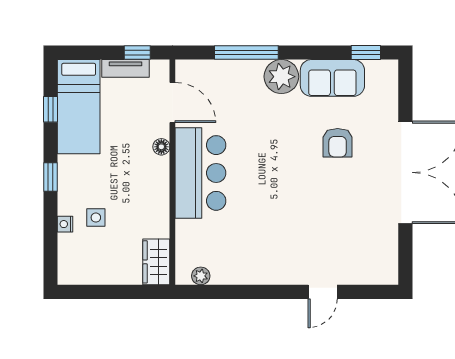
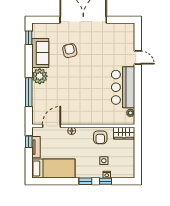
window: (50, 109) -> (106, 181), moved
armchair: (338, 143) -> (70, 51), turned -103
bar counter: (200, 173) -> (123, 87), moved, turned -90
armchair: (147, 210) -> (100, 137), added

